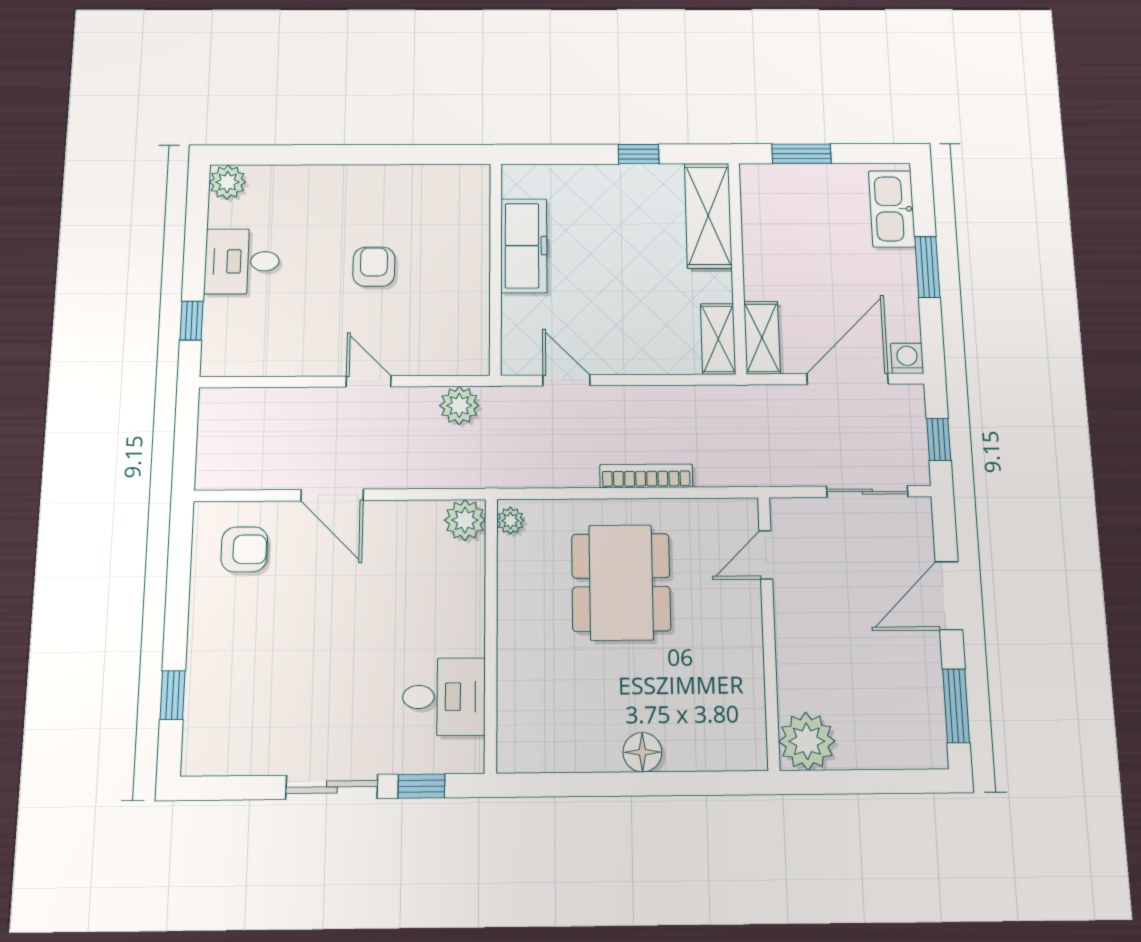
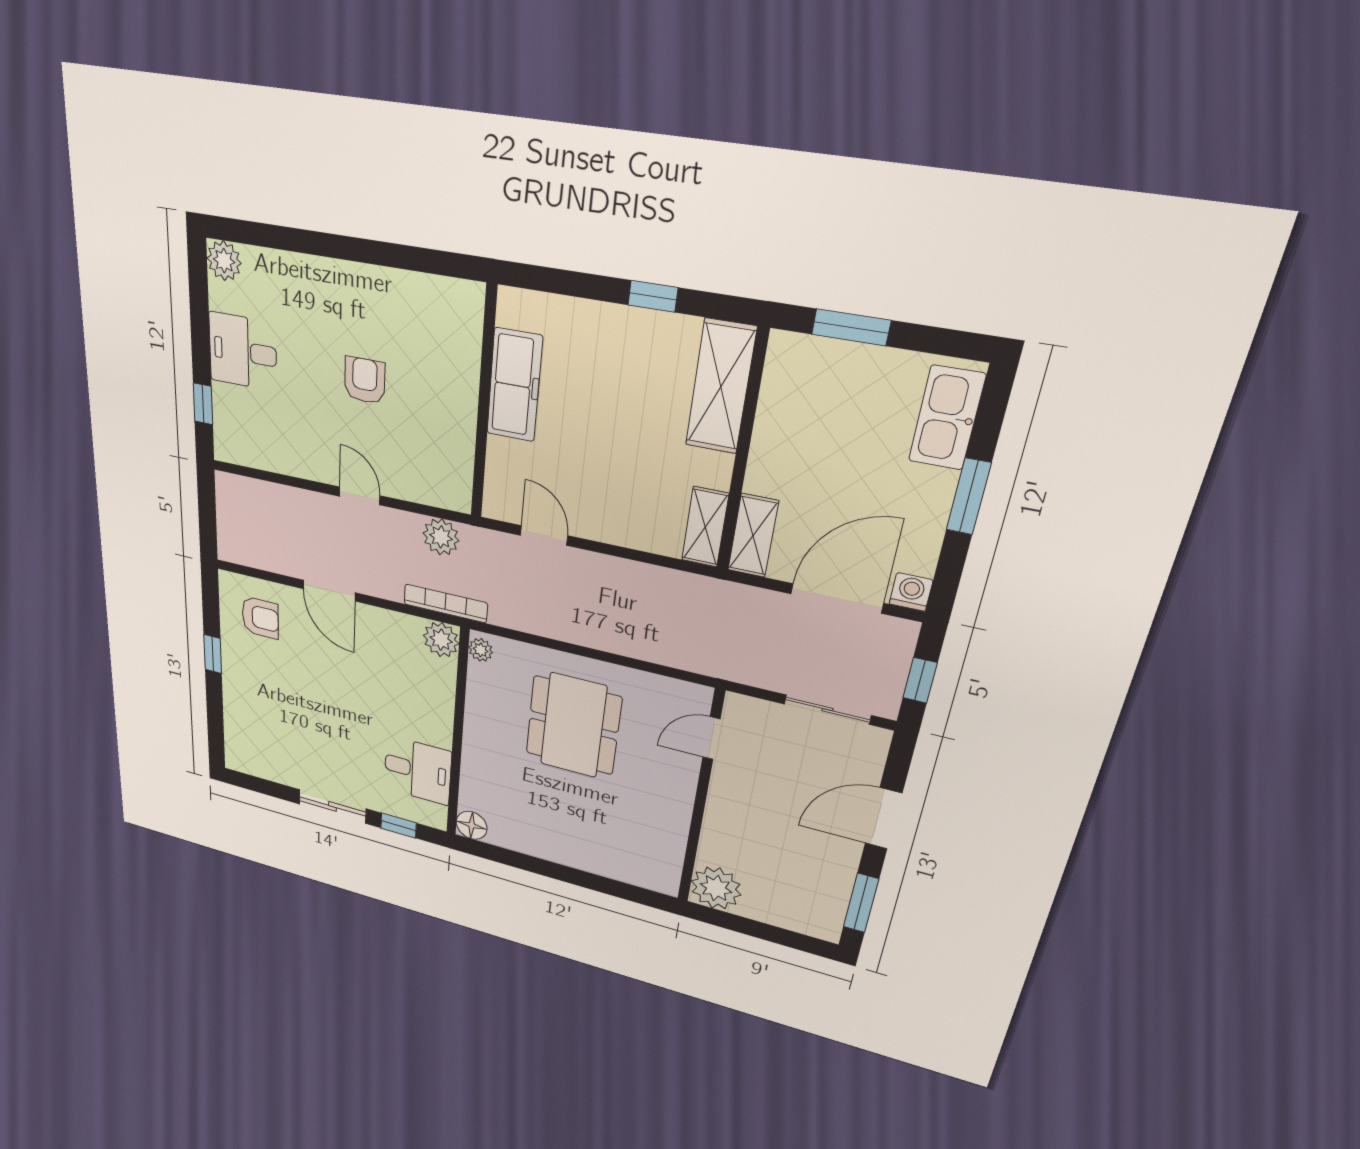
bookcase: (646, 476) -> (446, 603), moved
window: (173, 695) -> (213, 654), moved
floor lamp: (642, 752) -> (472, 825), moved

